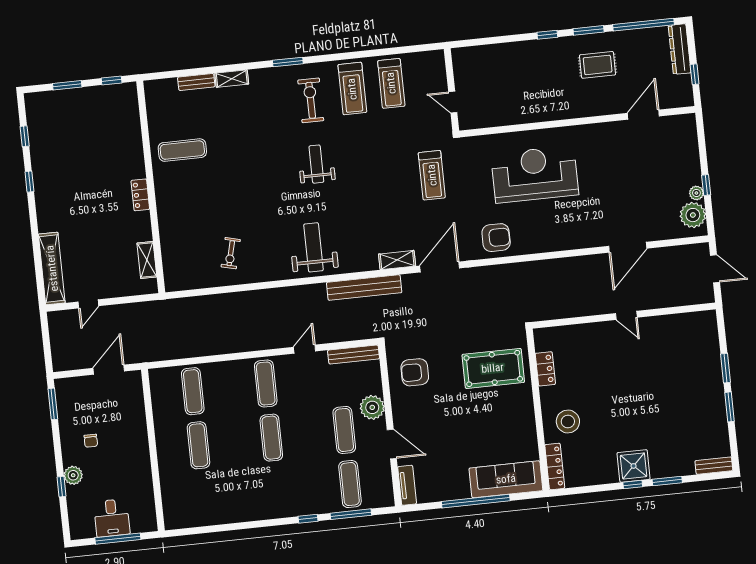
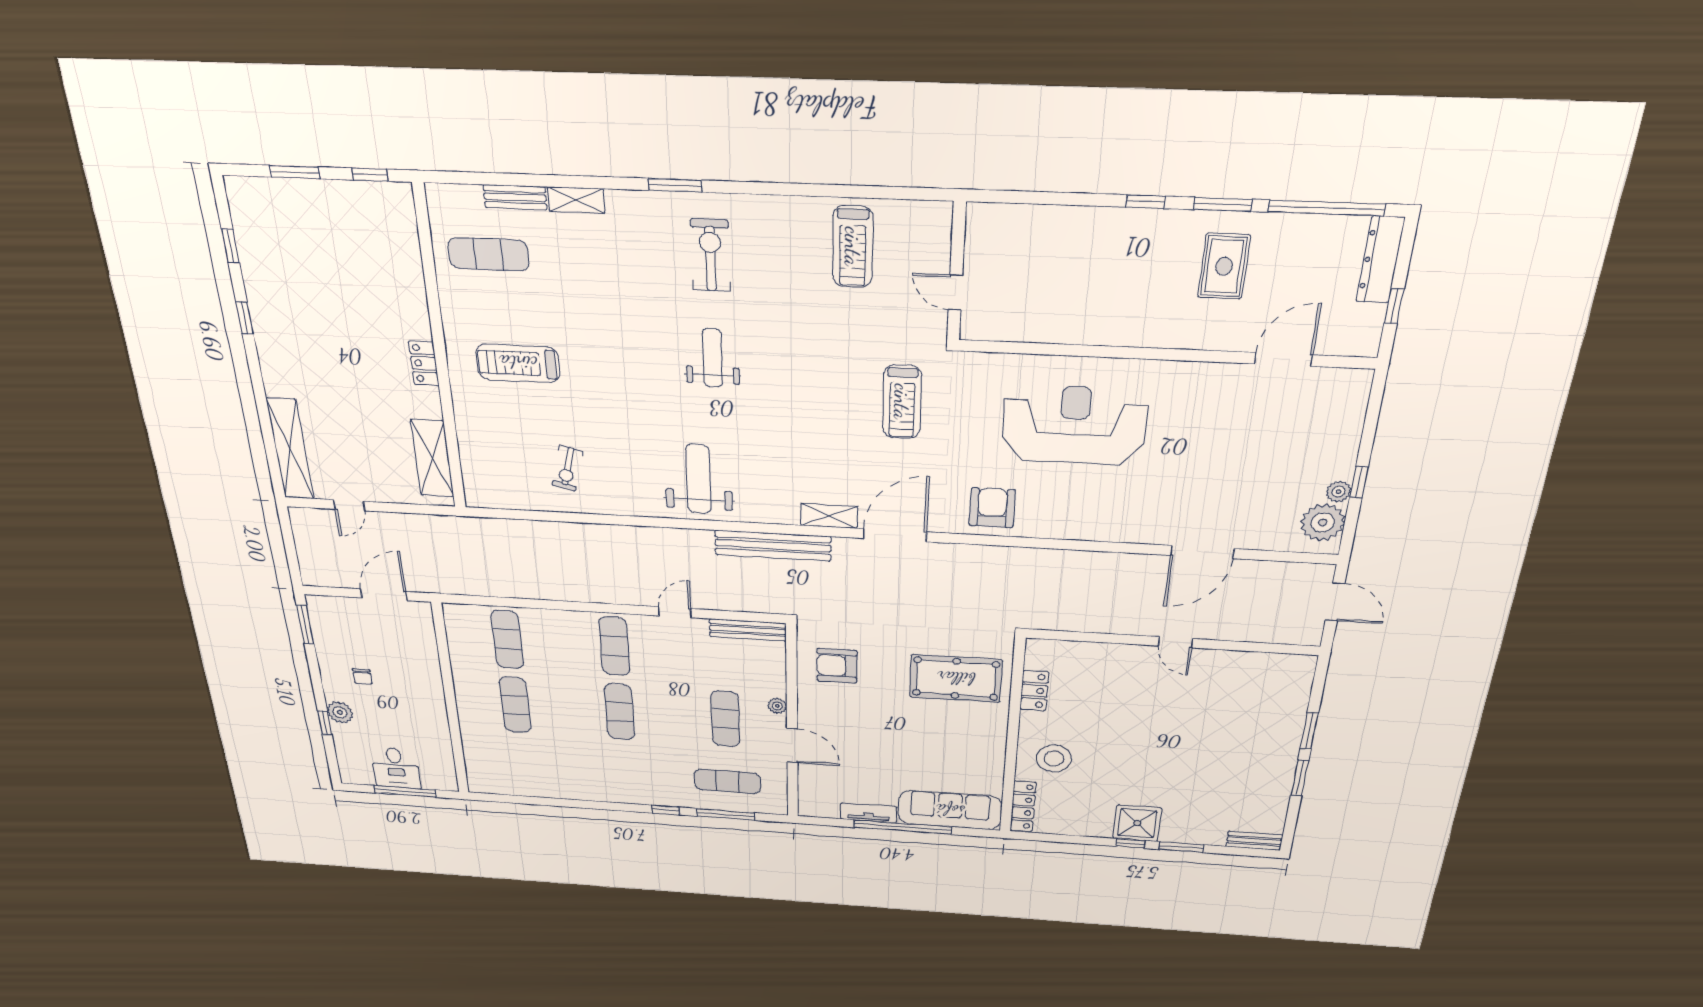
rug: (598, 65) -> (1224, 266), turned 90
treadmill: (352, 89) -> (518, 363), moved, turned 90
exercise mat: (182, 150) -> (489, 254), moved
armchair: (496, 238) -> (992, 508), turned -90
shelving: (147, 260) -> (432, 458), width x1.50, depth x1.33
plant: (372, 407) -> (777, 706), width x0.53, depth x0.53
exercise mat: (350, 484) -> (728, 781), turned 90
tv unit: (407, 485) -> (869, 813), moved, turned -90

